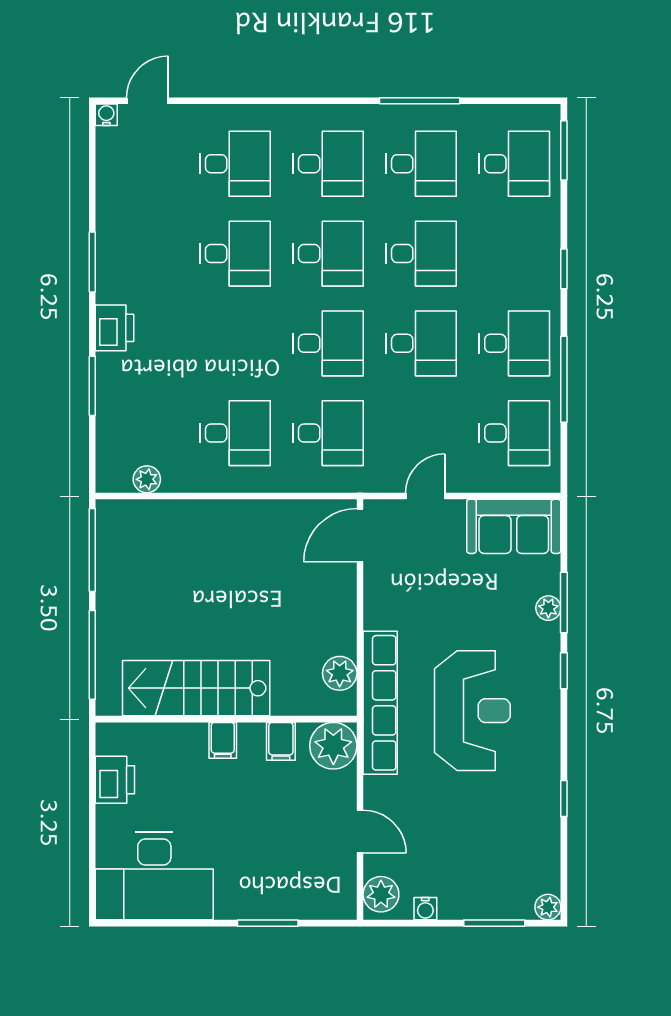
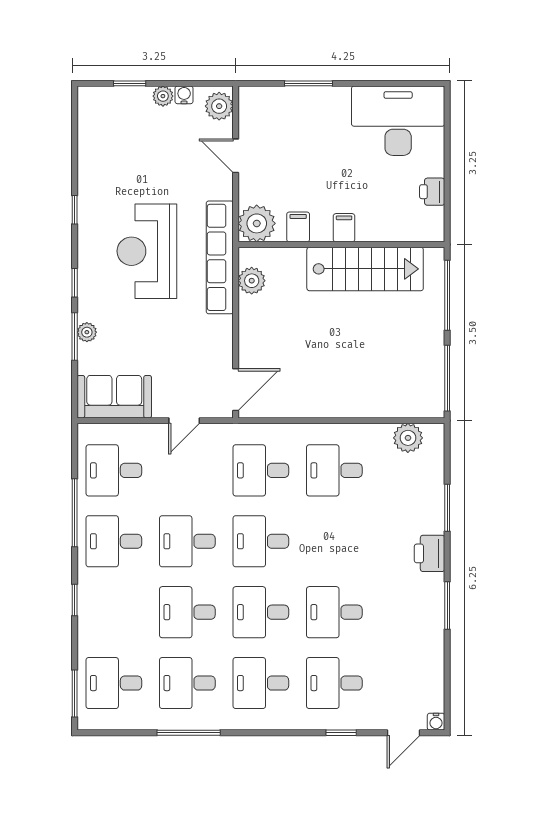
window: (226, 101) -> (341, 733), added
plant: (147, 479) -> (408, 438), width x1.38, depth x1.38
printer: (115, 780) -> (432, 192), width x0.73, depth x0.81
window: (564, 798) -> (75, 210), moved
plant: (548, 907) -> (163, 96), moved
window: (494, 923) -> (130, 83), width x0.67

